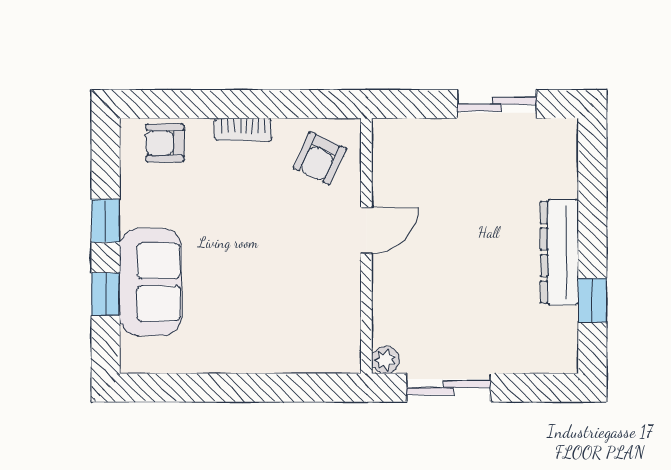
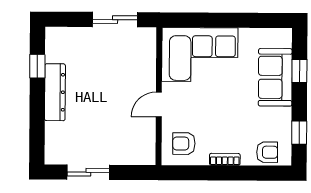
armchair: (320, 158) -> (184, 144), turned -115
window: (106, 221) -> (299, 133), moved
corner sofa: (291, 323) -> (200, 55), added
plant: (386, 360) -> (149, 35), removed

